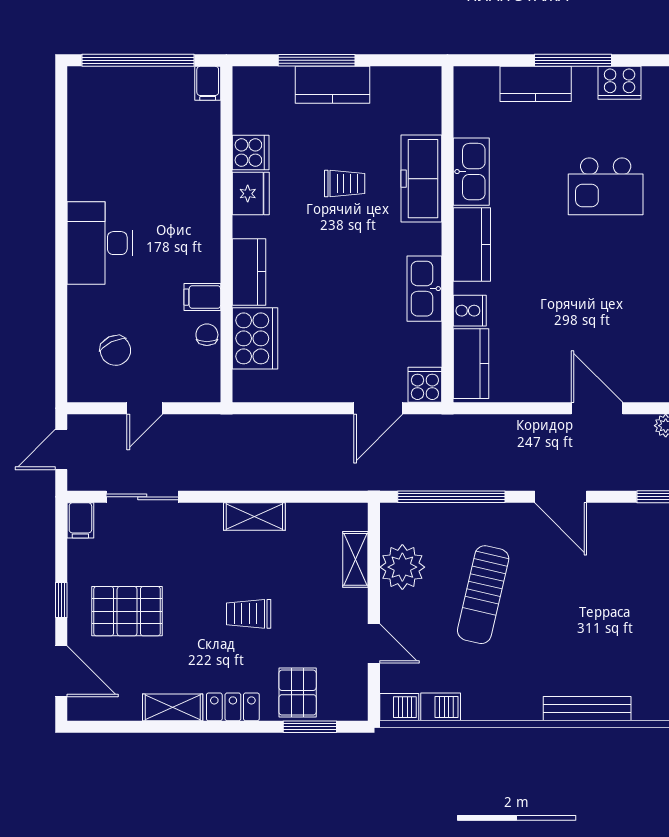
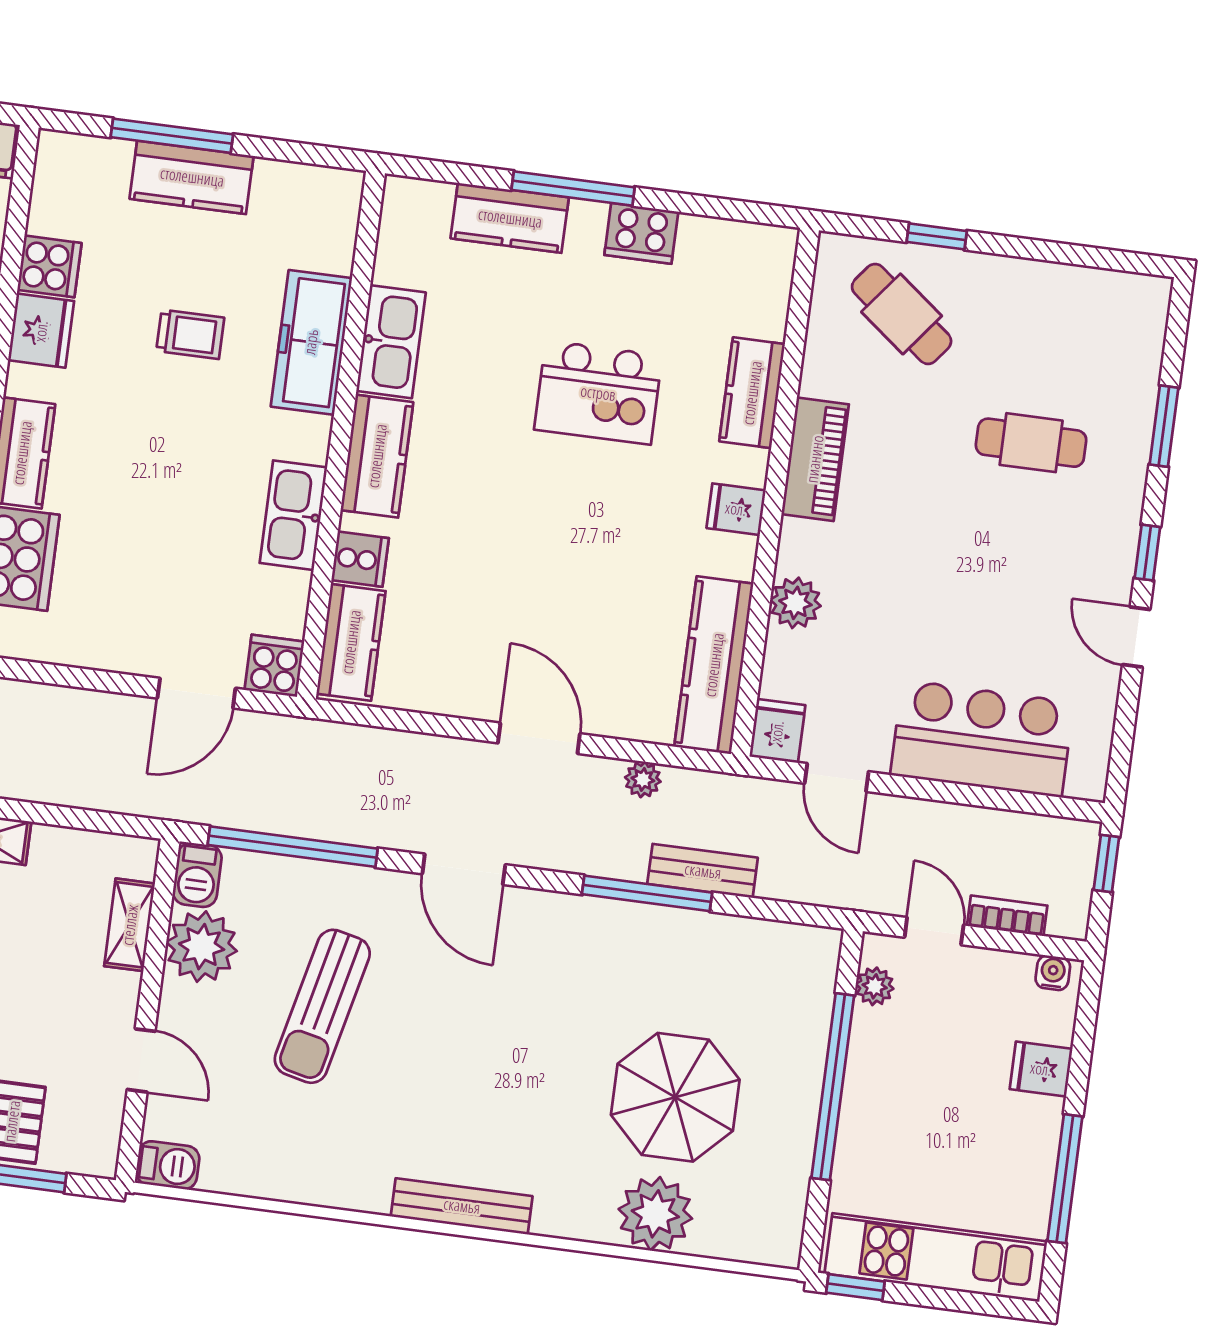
barbecue: (441, 707) -> (197, 875), moved, turned 90

